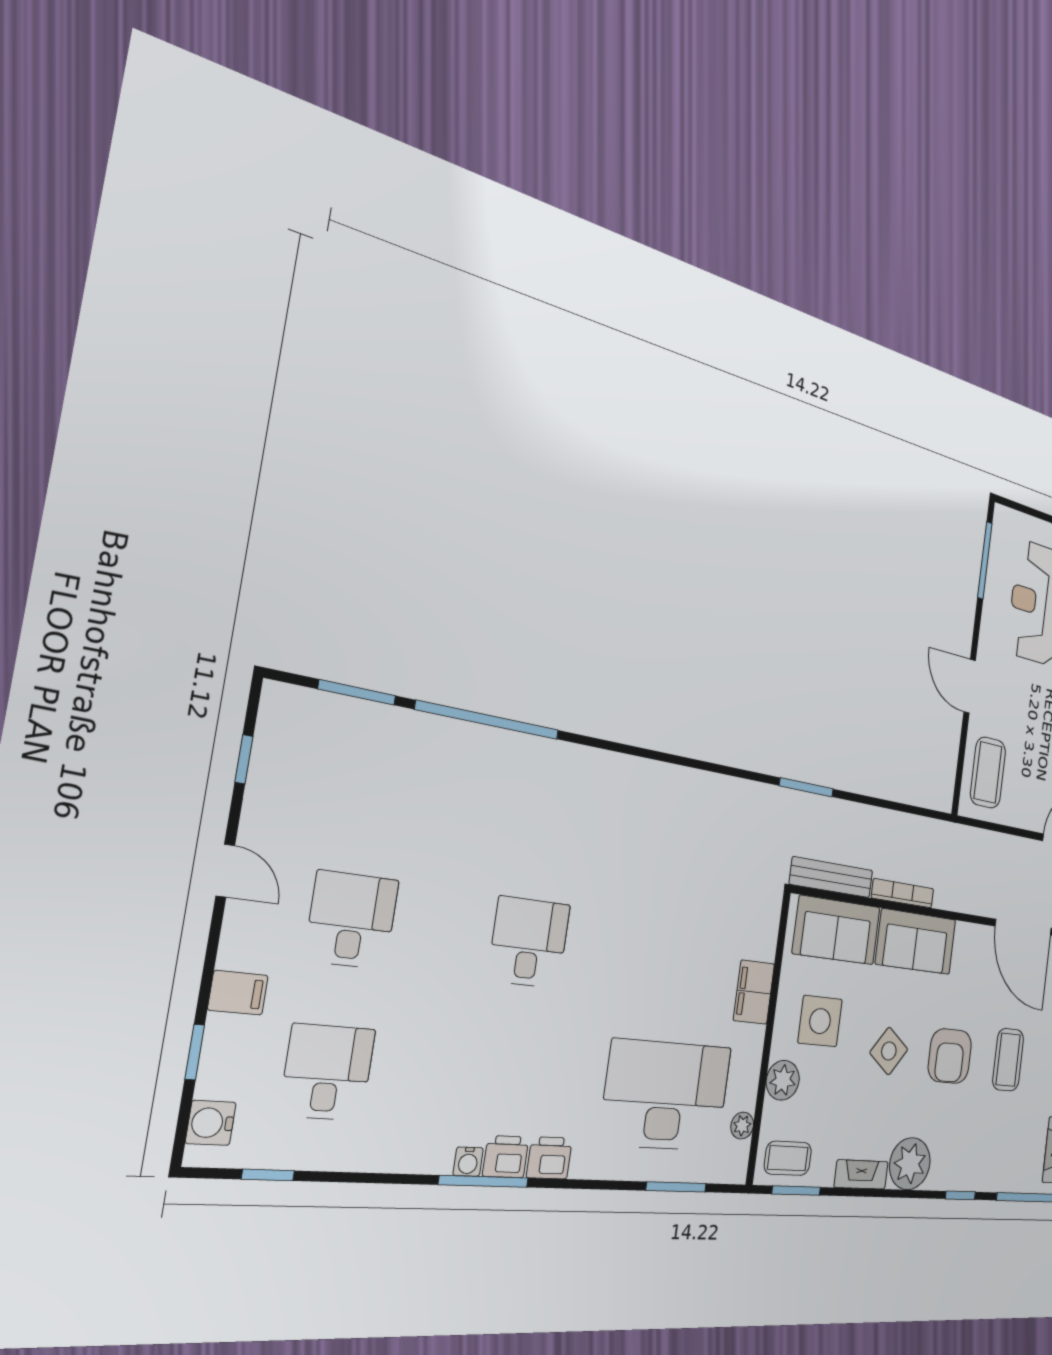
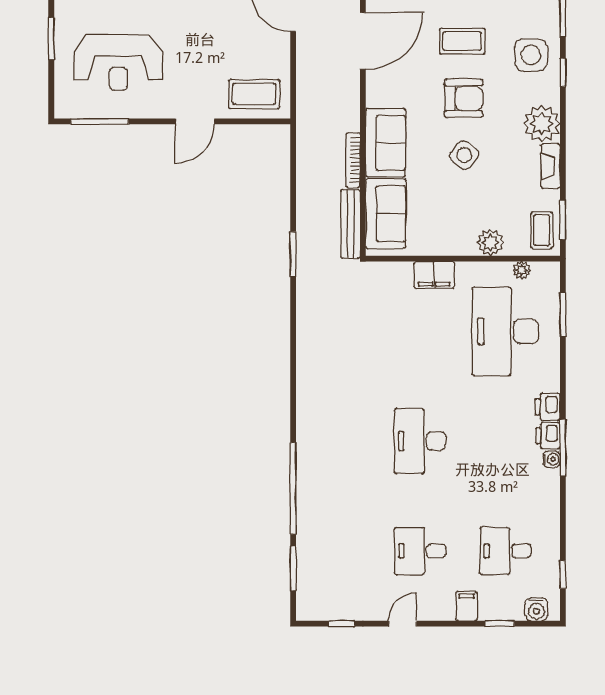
desk: (529, 942) -> (420, 441), width x1.37
side table: (820, 1021) -> (531, 55), moved

